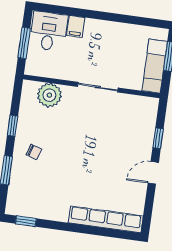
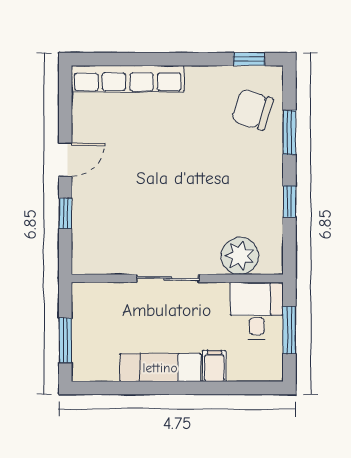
desk: (48, 31) -> (257, 311), moved, turned 180
exam couch: (155, 66) -> (160, 368), moved, turned -90
chair: (34, 152) -> (252, 110), moved, width x1.87, depth x1.87

